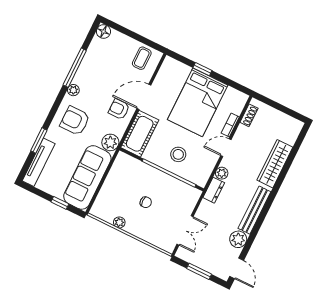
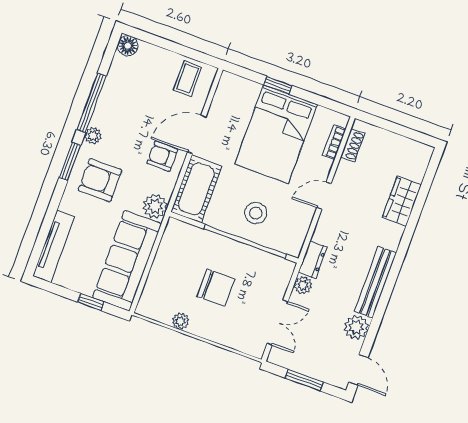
bookcase: (230, 125) -> (334, 142), moved
window: (39, 140) -> (70, 161), moved
wardrobe: (275, 164) -> (402, 201), width x0.67
plant: (222, 173) -> (303, 285), moved
chair: (146, 202) -> (216, 288), width x1.87, depth x1.87

